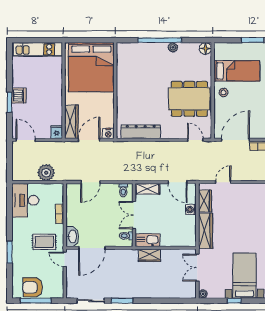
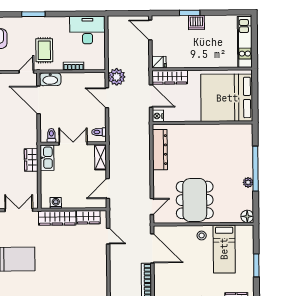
door: (26, 140) -> (150, 30), swing flipped
plant: (46, 173) -> (117, 77), moved
washing machine: (191, 210) -> (56, 203), moved

